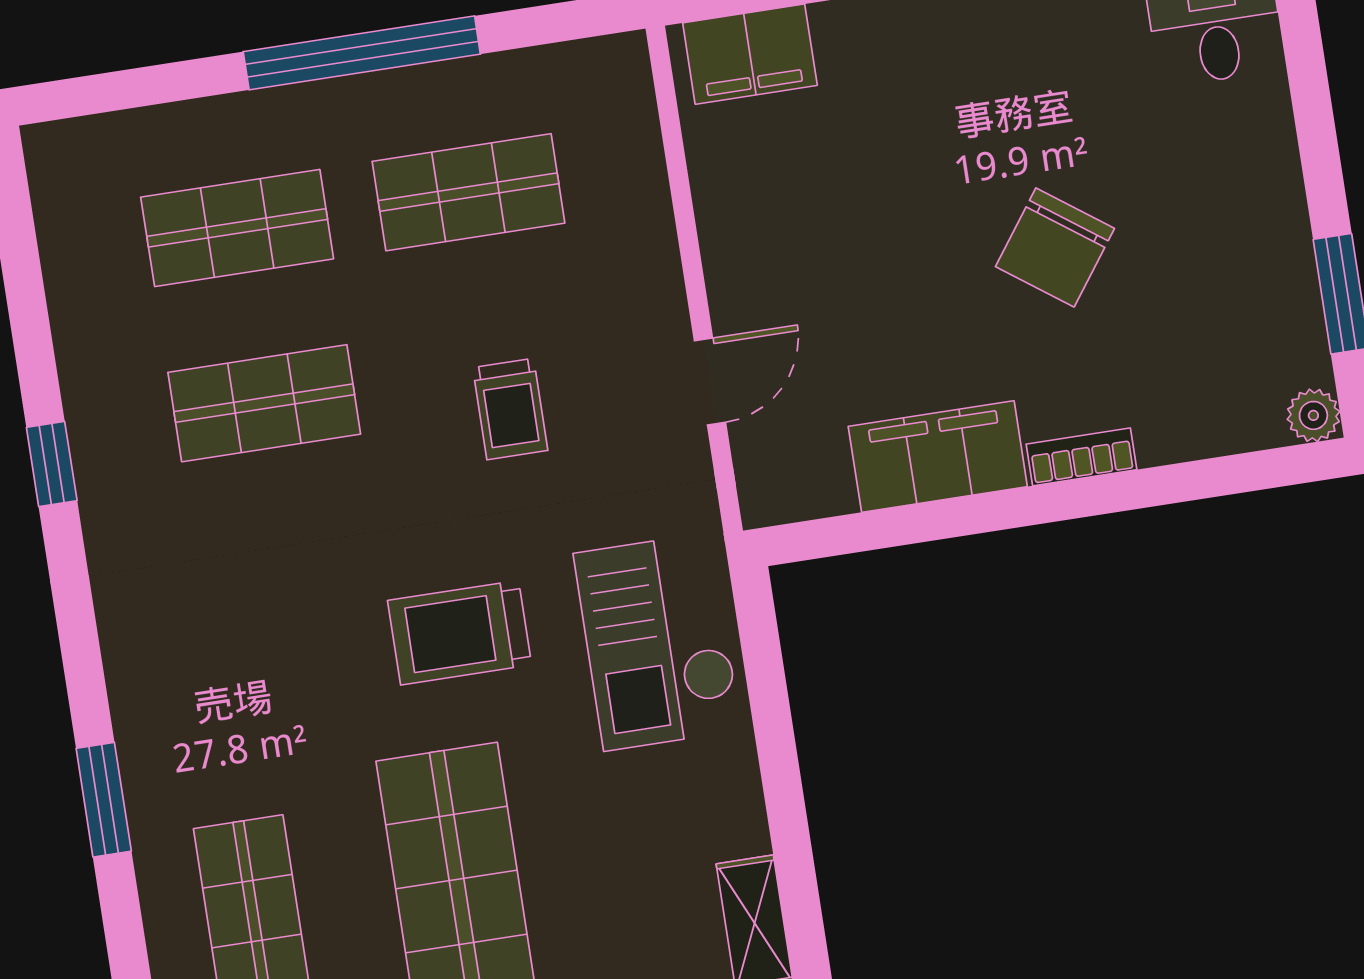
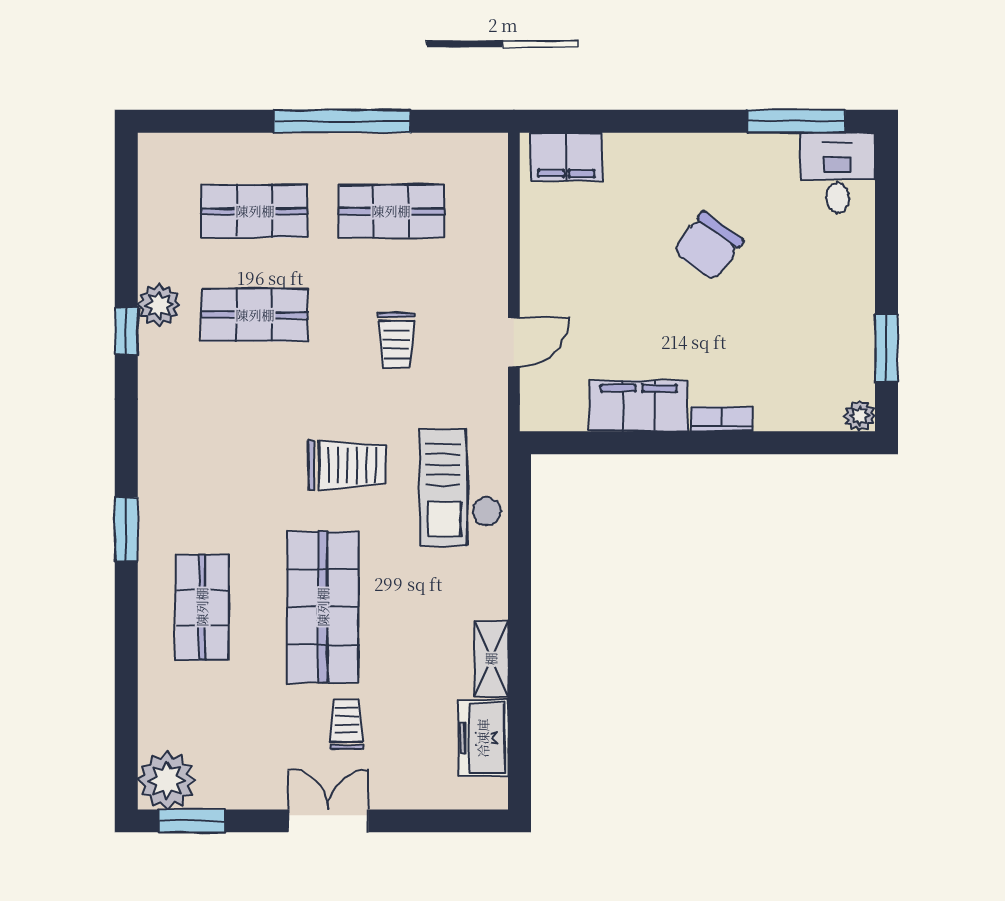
chair: (1055, 248) -> (709, 246), moved
plant: (100, 411) -> (159, 305), added
trolley: (460, 633) -> (347, 465), turned 180

